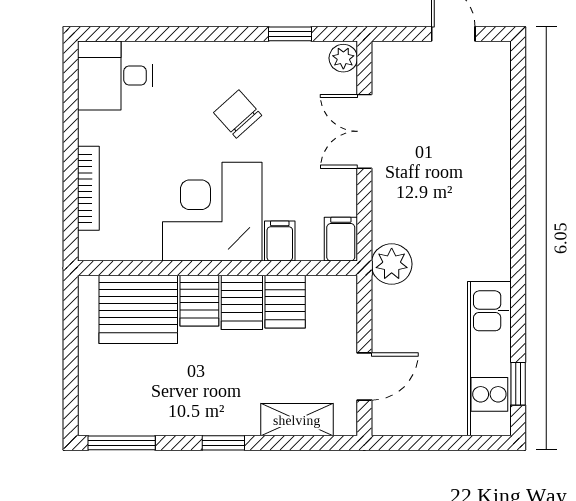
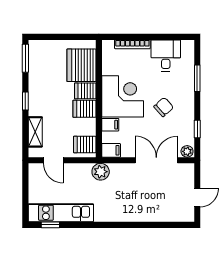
window: (169, 34) -> (197, 78), added
desk: (115, 75) -> (166, 55), moved
double door: (364, 131) -> (156, 160), width x1.37
server rack: (285, 302) -> (85, 144), moved

